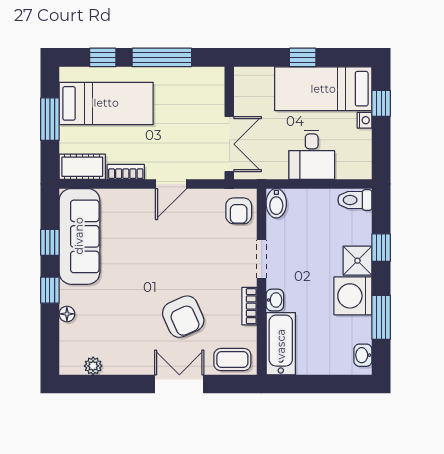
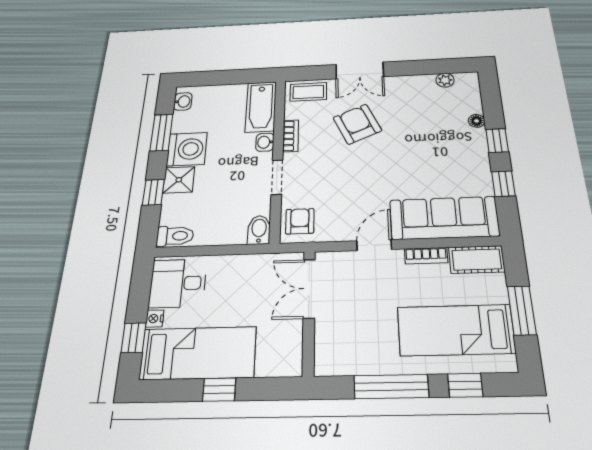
desk: (312, 155) -> (178, 283), moved, turned -90
sofa: (79, 236) -> (444, 218), moved, turned 90

